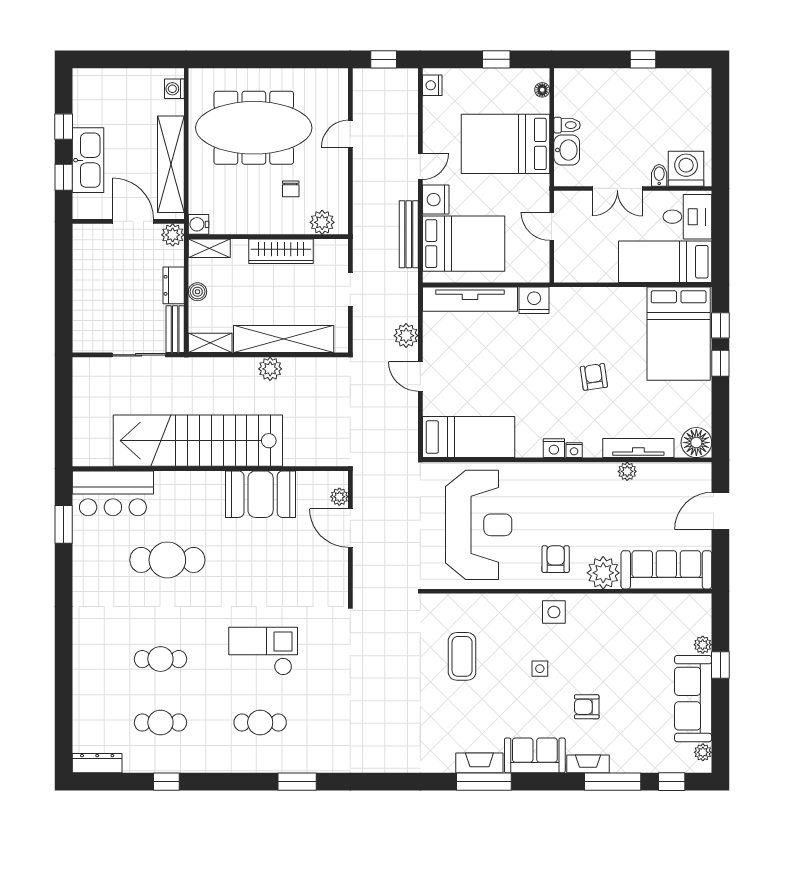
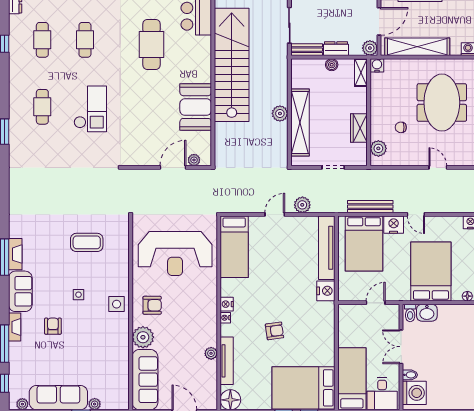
toilet: (567, 125) -> (410, 313), moved
meeting table: (254, 128) -> (442, 103), width x0.73
wardrobe: (281, 251) -> (359, 128), width x0.67
shelving: (210, 343) -> (297, 73), removed

